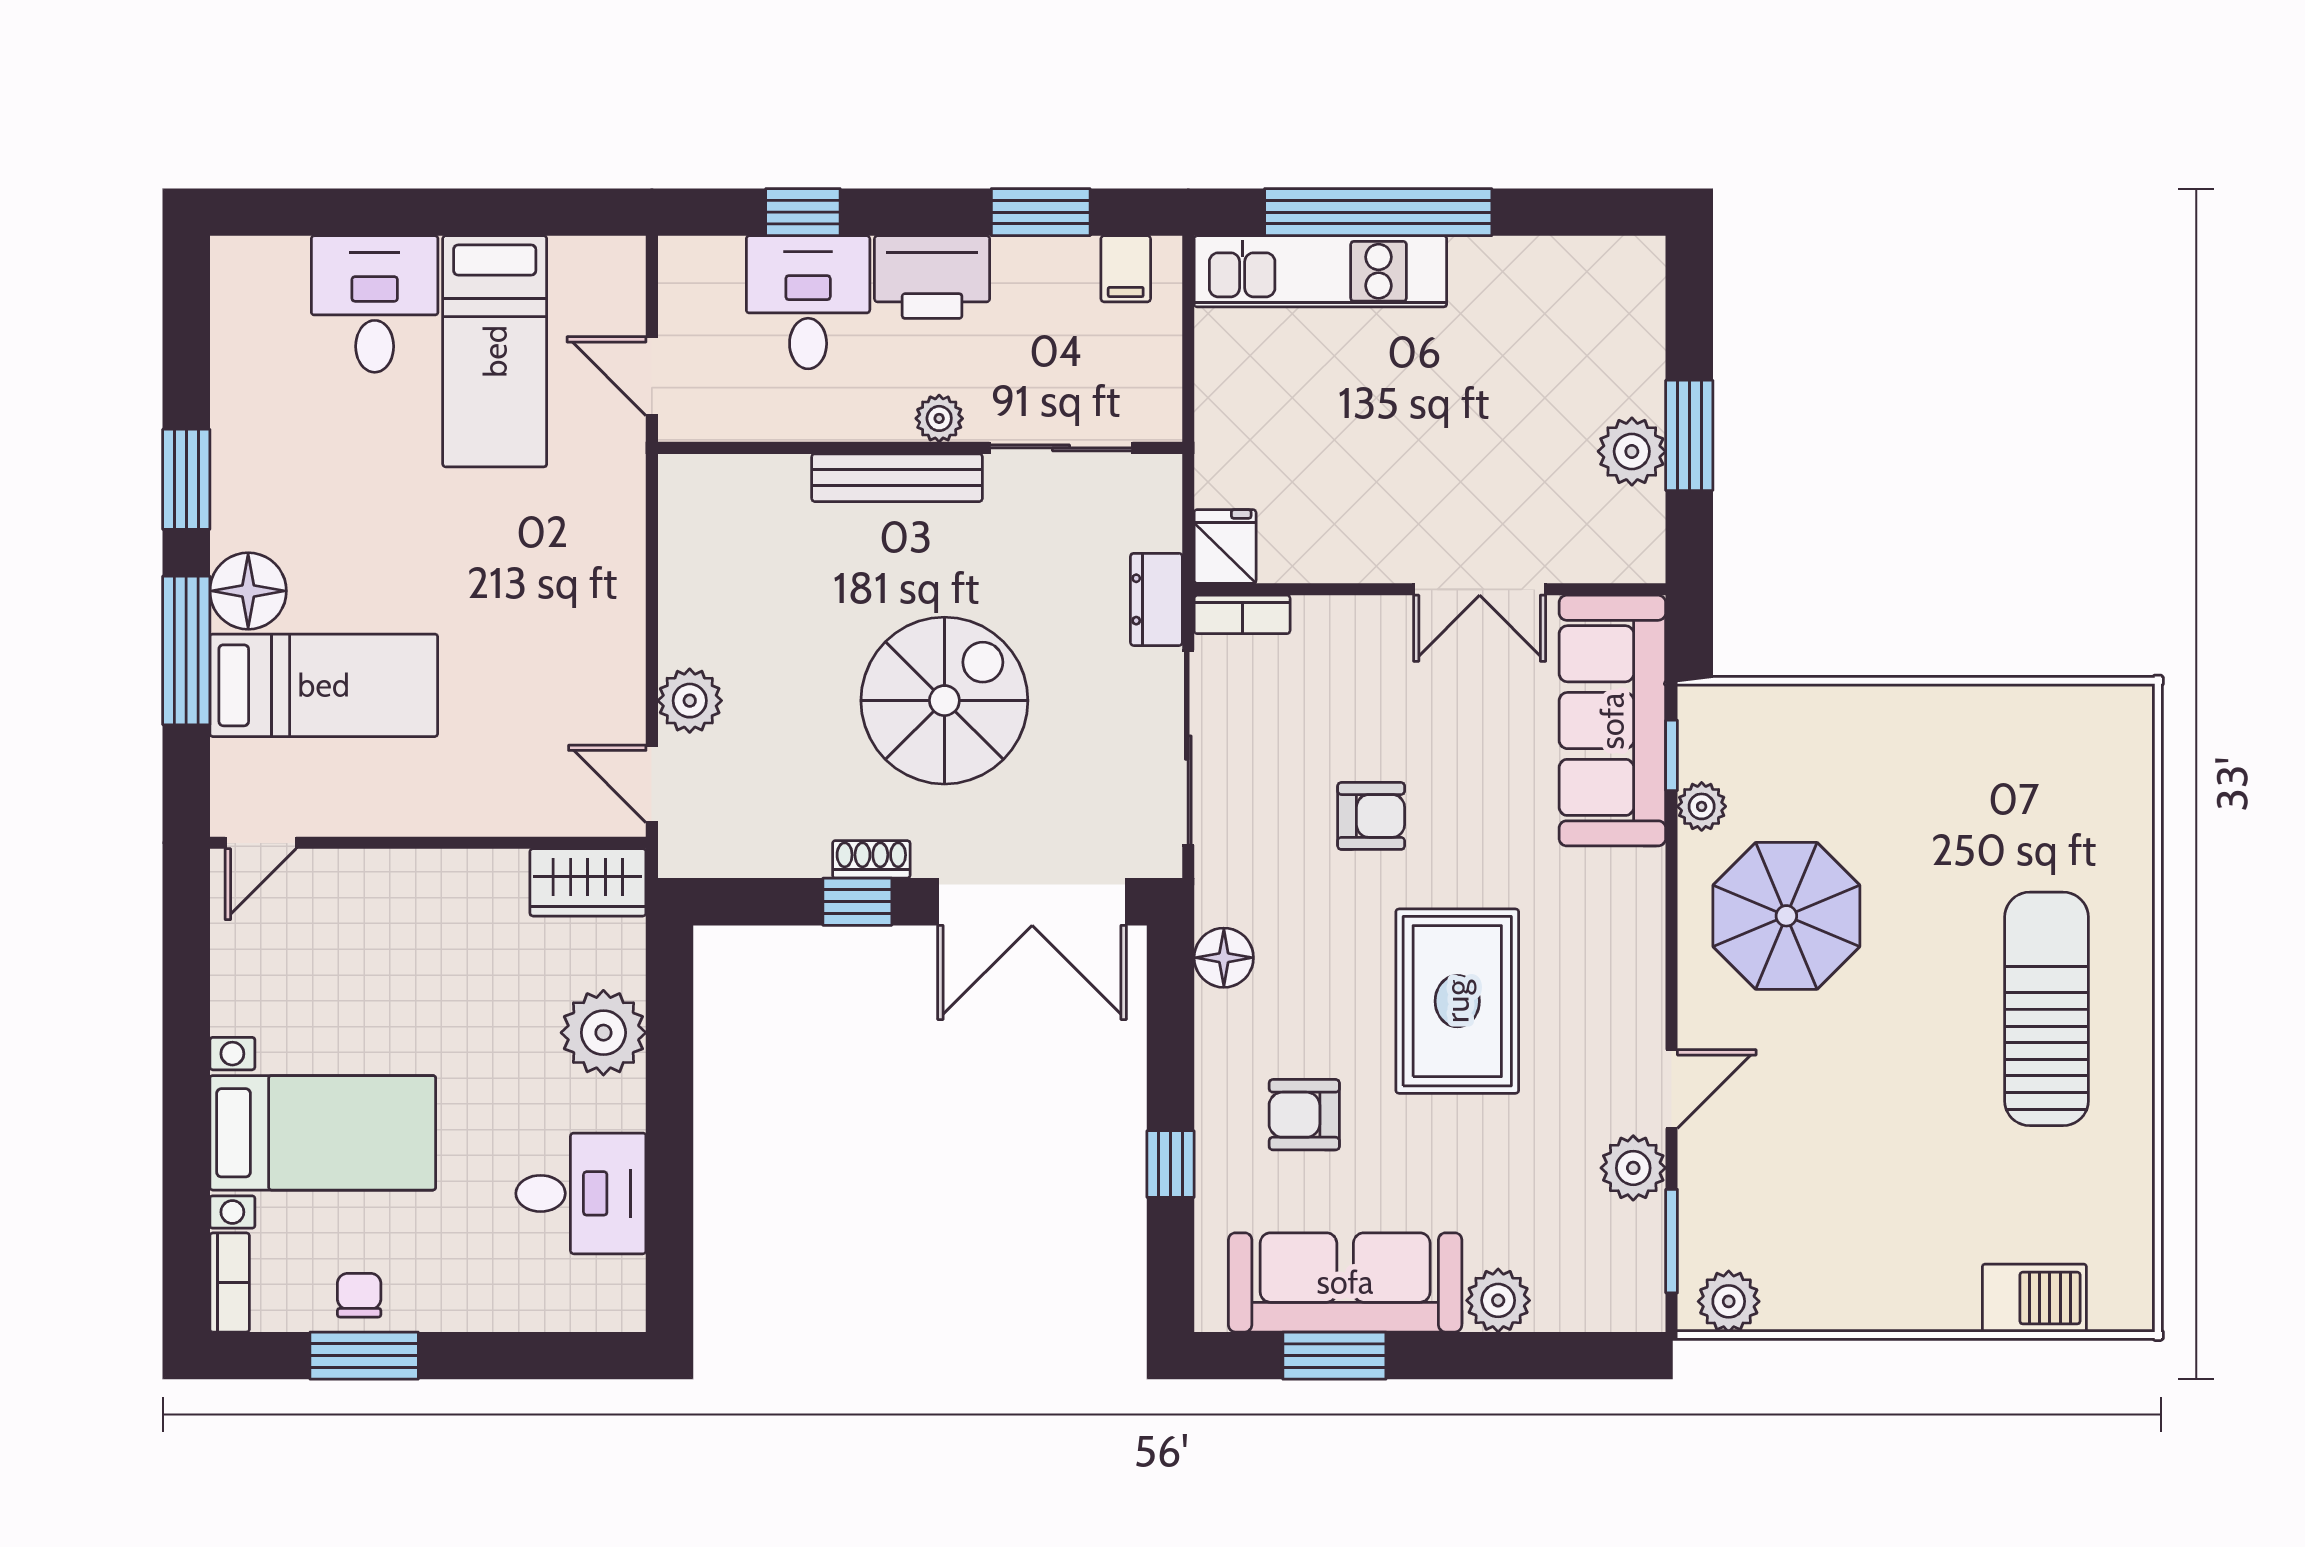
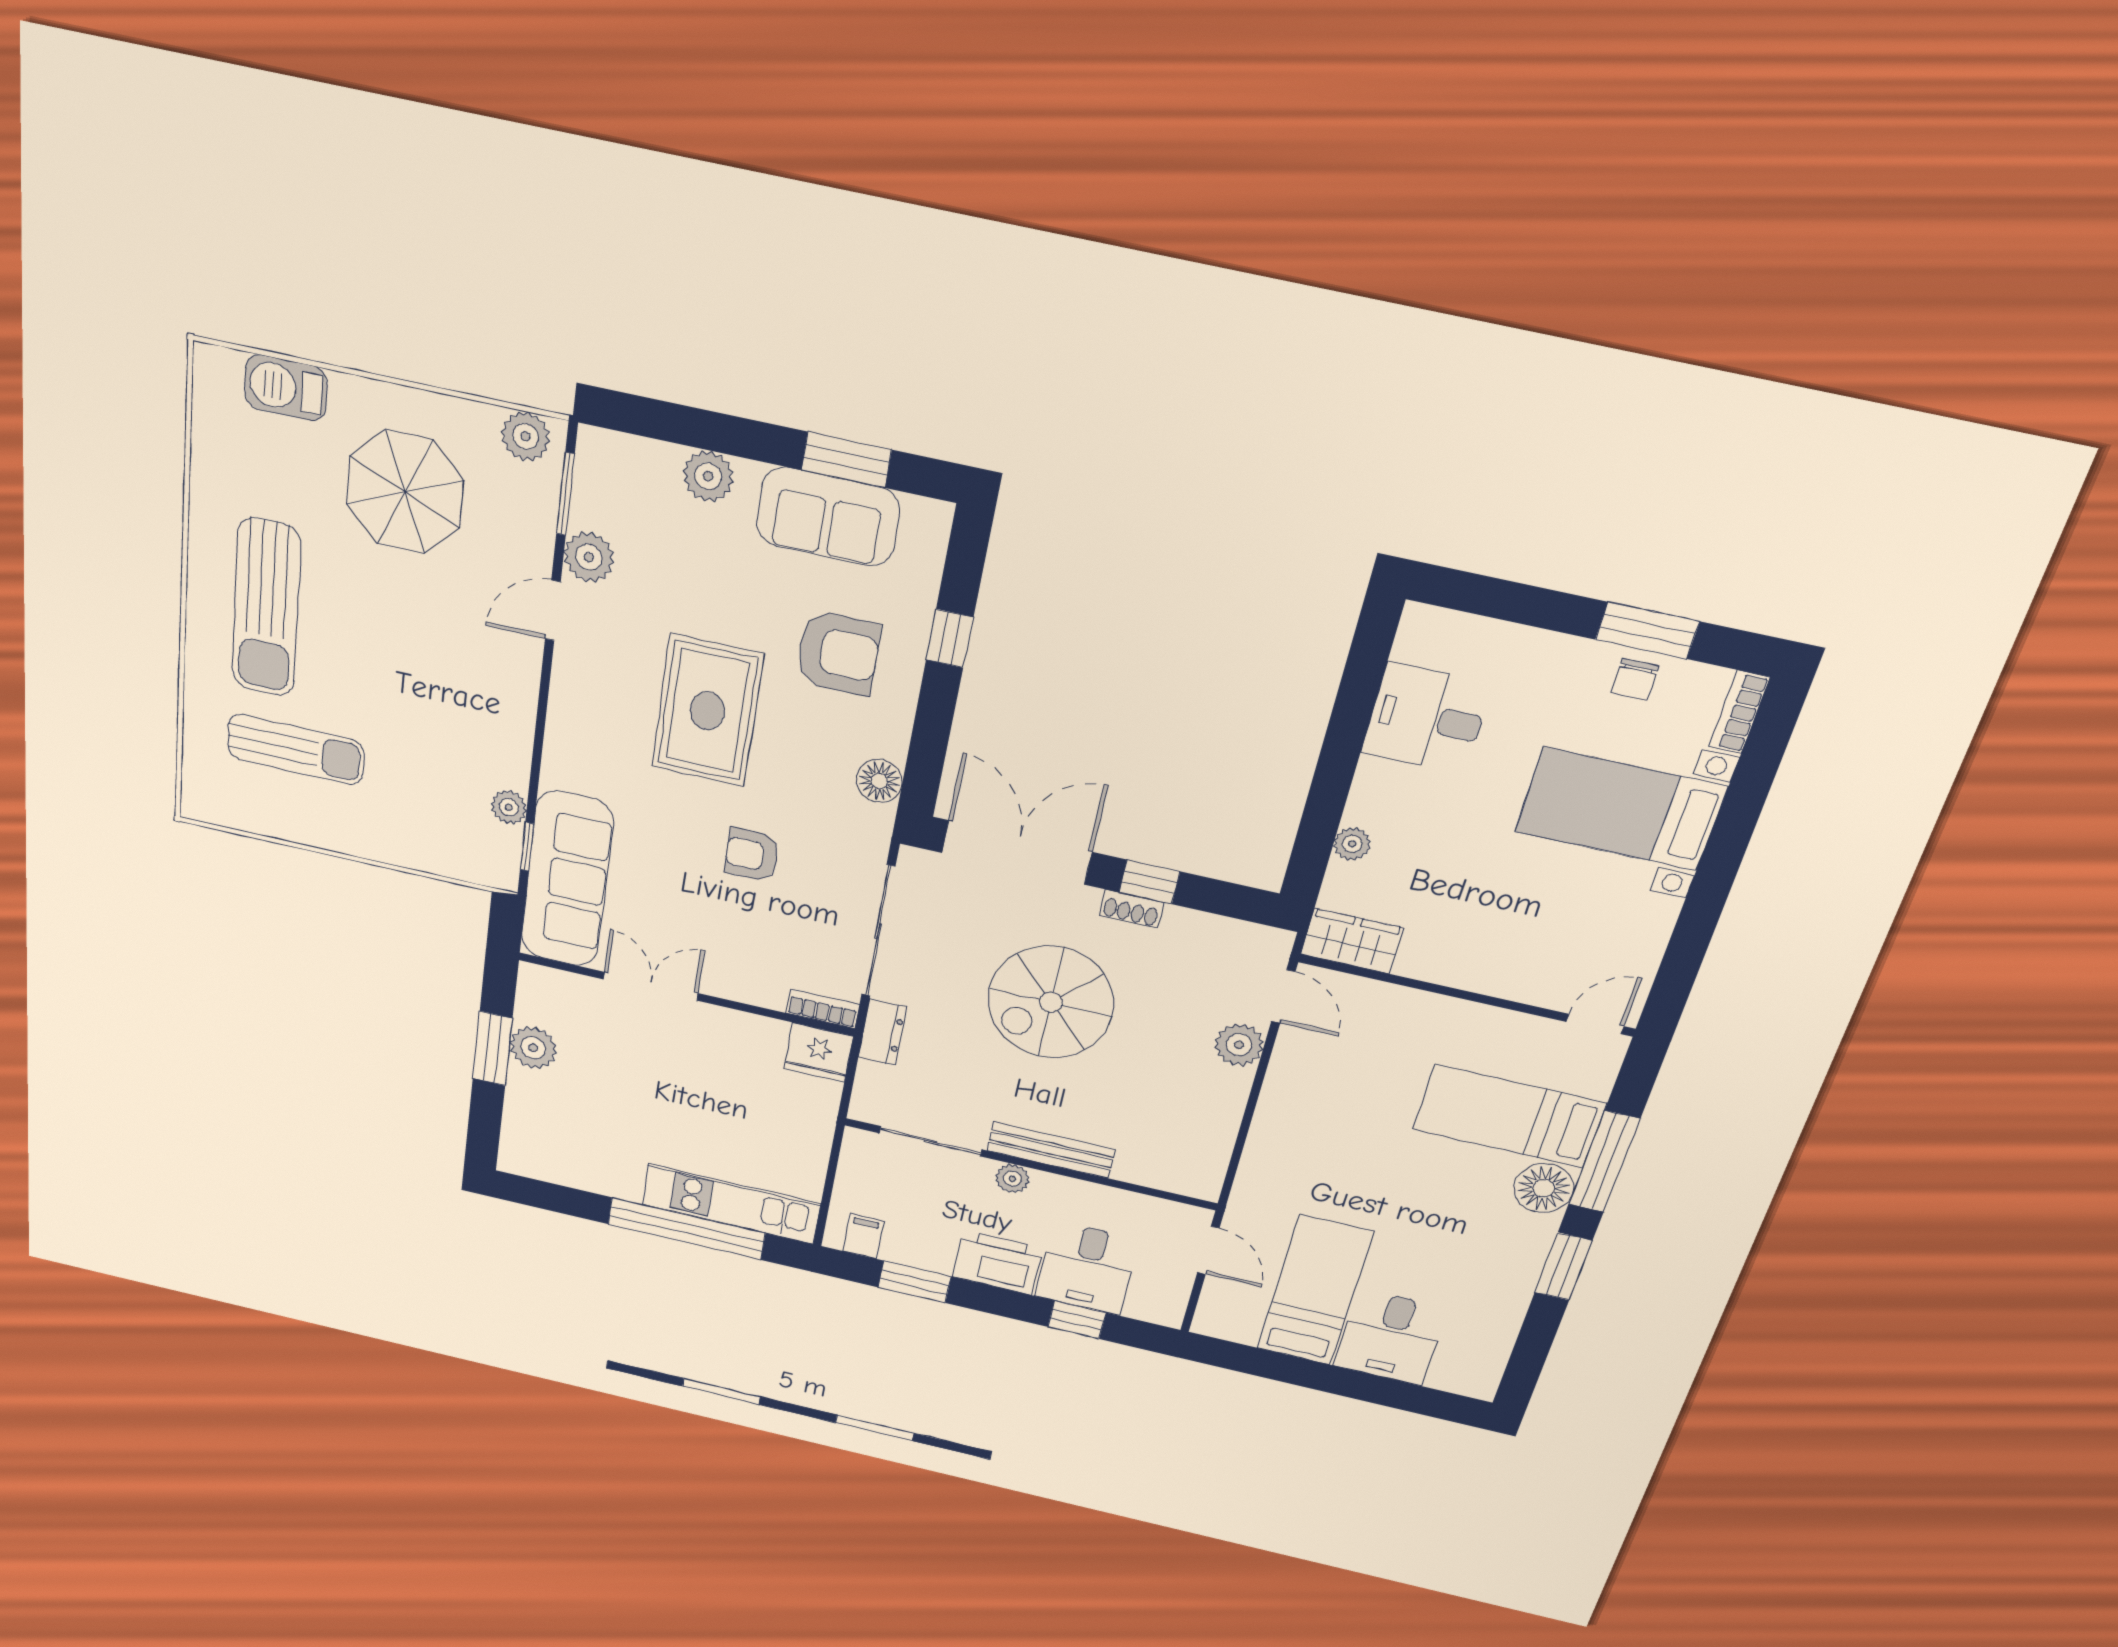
fridge: (1225, 547) -> (818, 1052), width x1.38
sun lounger: (1997, 821) -> (296, 750), added
parasol: (1786, 916) -> (405, 492), moved
plant: (603, 1033) -> (1352, 844), width x0.53, depth x0.53
armchair: (1304, 1115) -> (838, 653), width x1.38, depth x1.38
sofa: (1345, 1282) -> (828, 517), width x0.73

